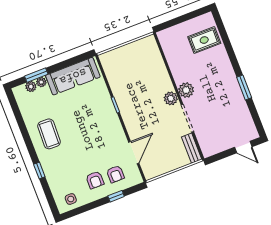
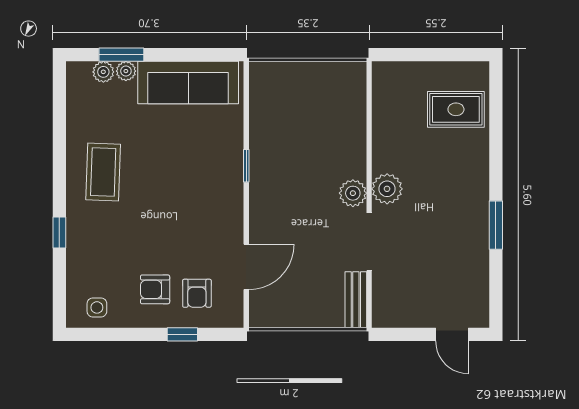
armchair: (95, 180) -> (155, 289), turned 90

